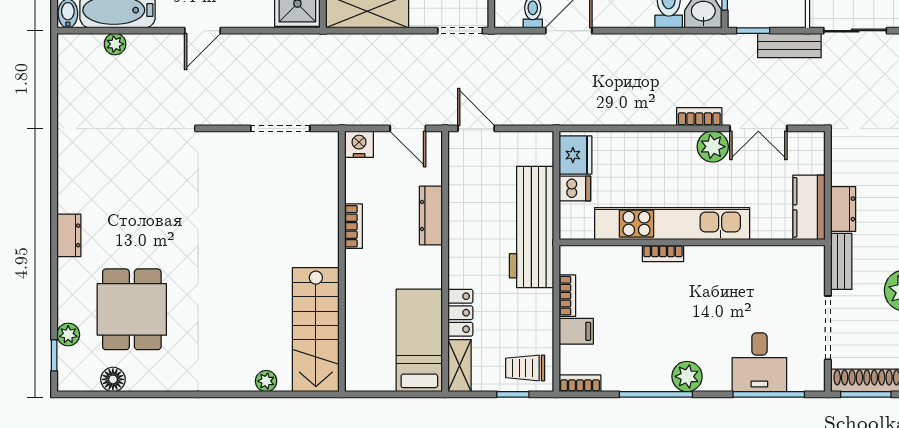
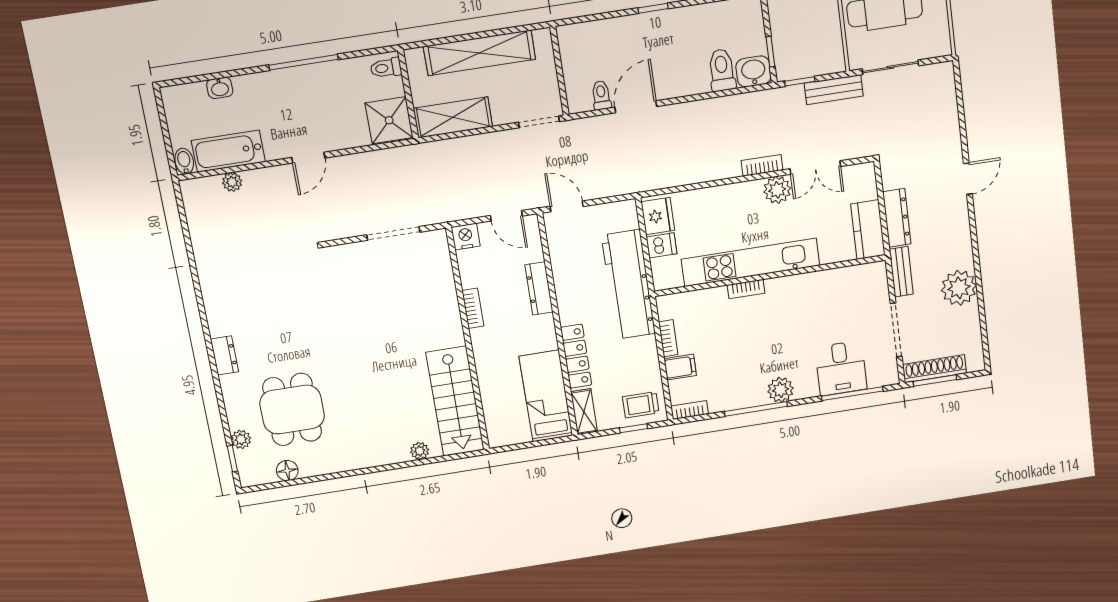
dresser: (843, 209) -> (897, 218), width x1.44
locker: (460, 313) -> (576, 356), width x1.53

